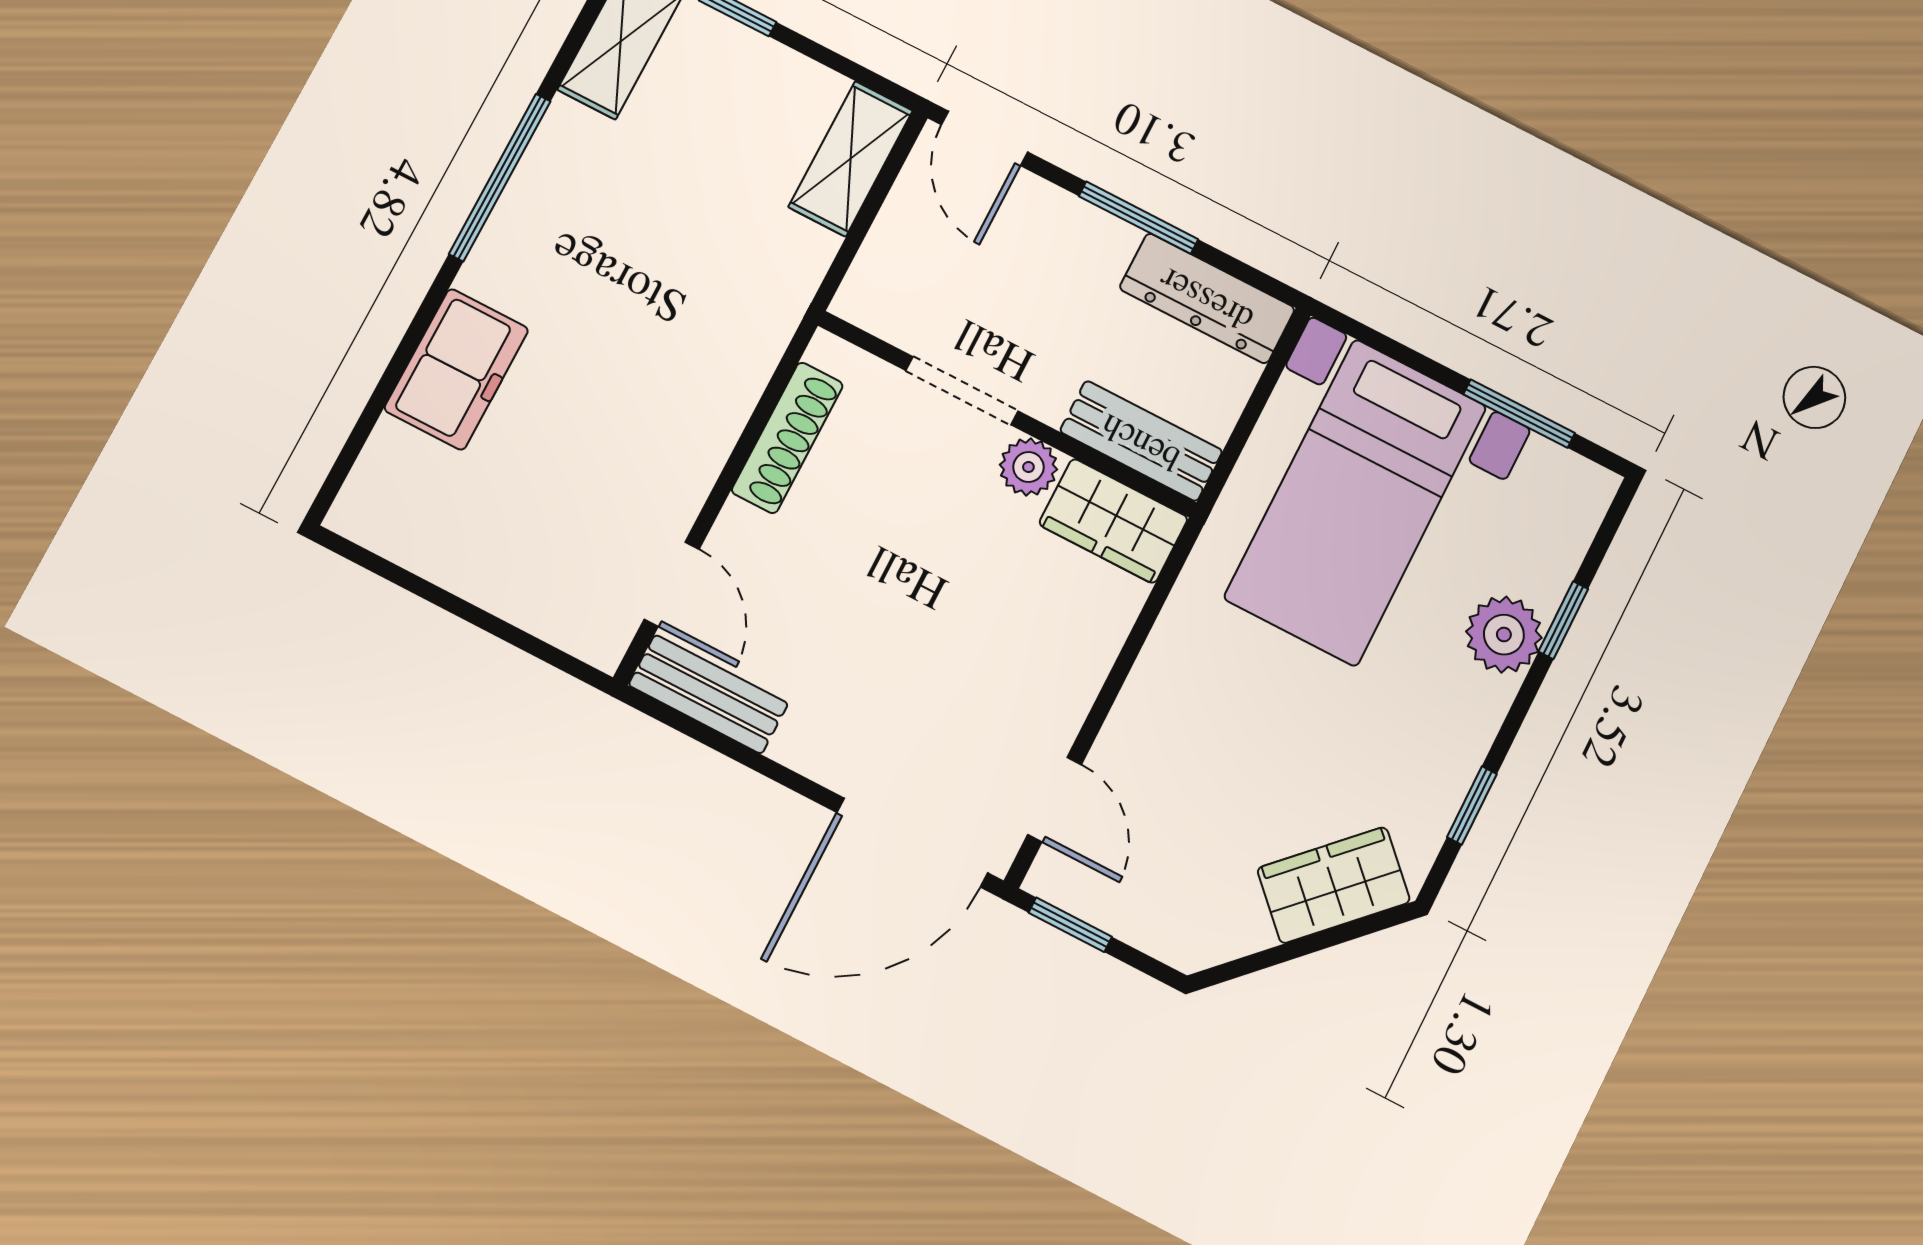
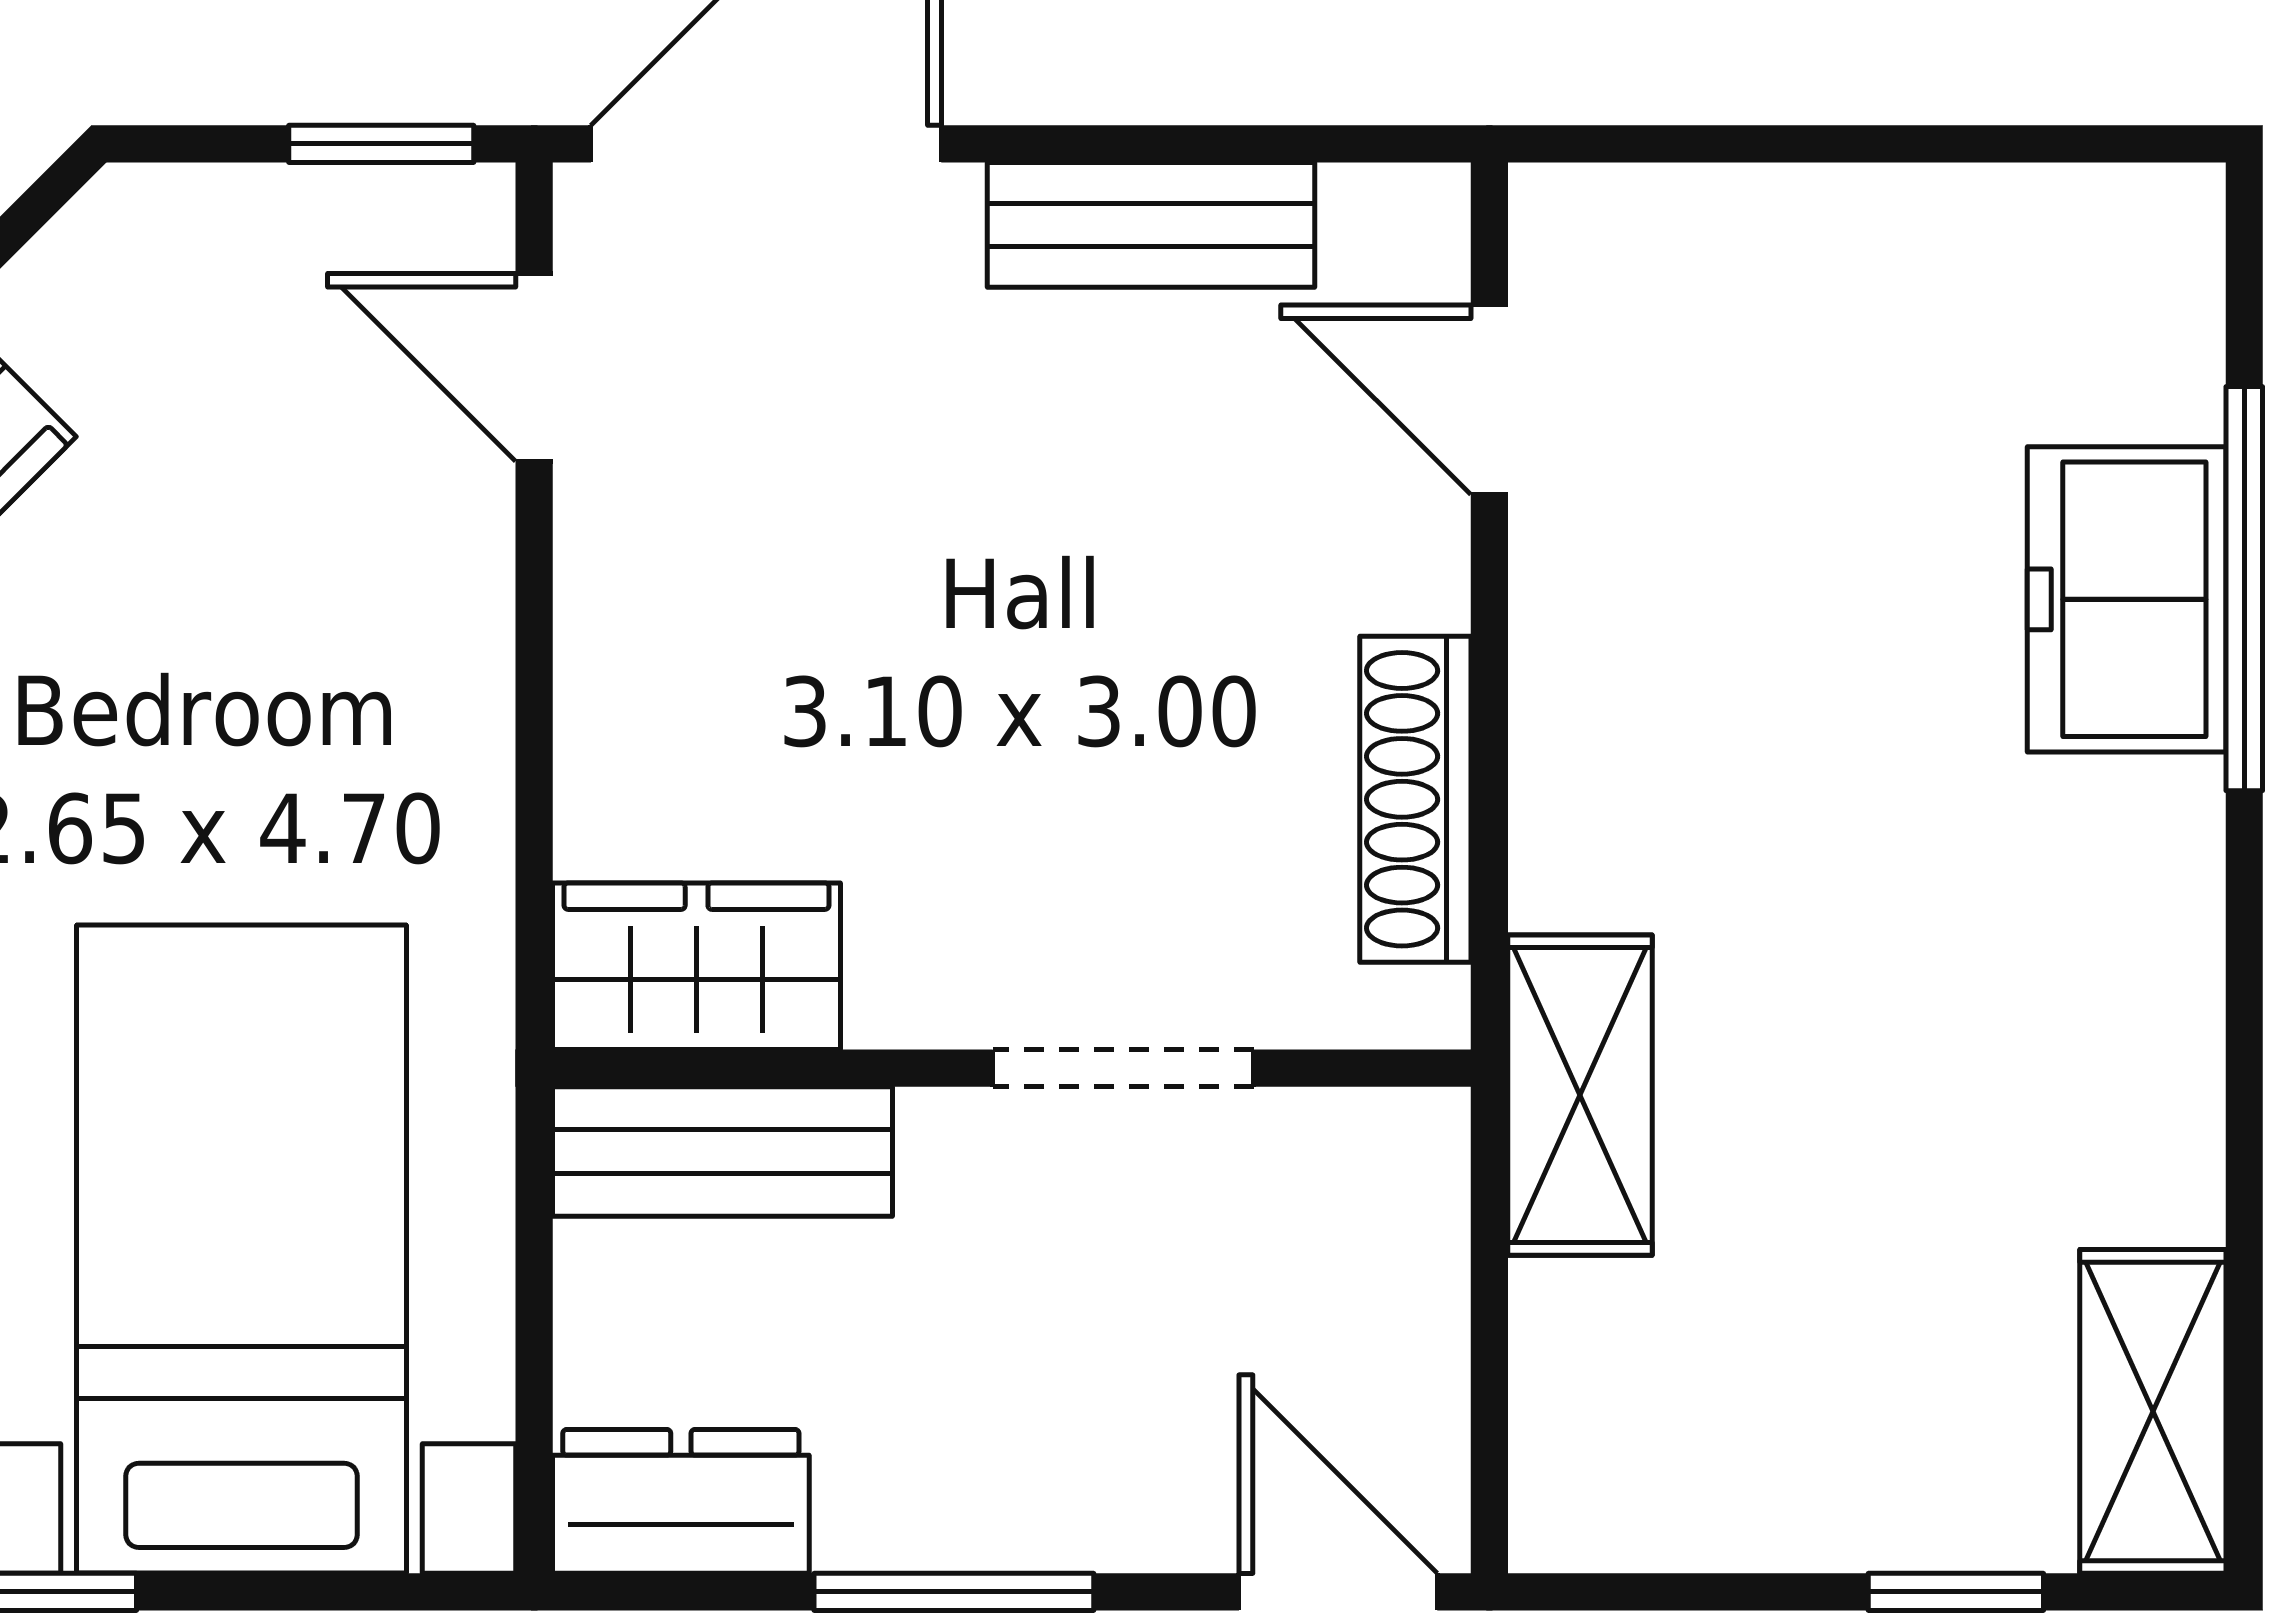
shelving: (851, 159) -> (1580, 1095), moved
window: (500, 177) -> (2244, 589), moved
dresser: (1207, 298) -> (681, 1501), width x0.70
plant: (1028, 467) -> (916, 986), removed
bench: (708, 694) -> (1151, 225), moved

